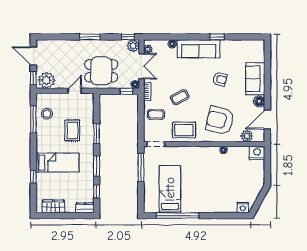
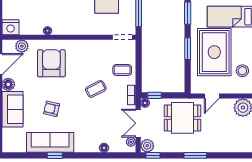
sofa: (199, 49) -> (50, 142), moved
armchair: (220, 120) -> (51, 63), turned -104
rug: (184, 130) -> (91, 53), removed
rug: (72, 131) -> (214, 52), width x1.86, depth x2.06

